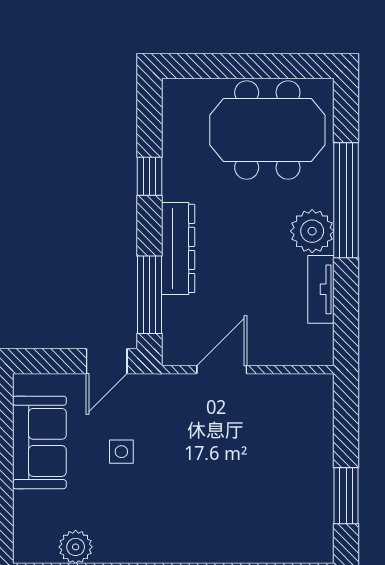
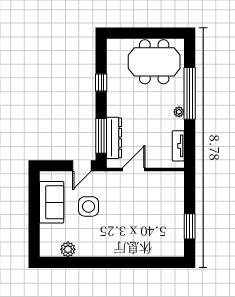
plant: (312, 231) -> (179, 112), width x0.53, depth x0.53
dresser: (178, 248) -> (114, 138), moved
tv unit: (321, 289) -> (178, 146), moved
side table: (121, 452) -> (89, 206), width x1.87, depth x1.87

